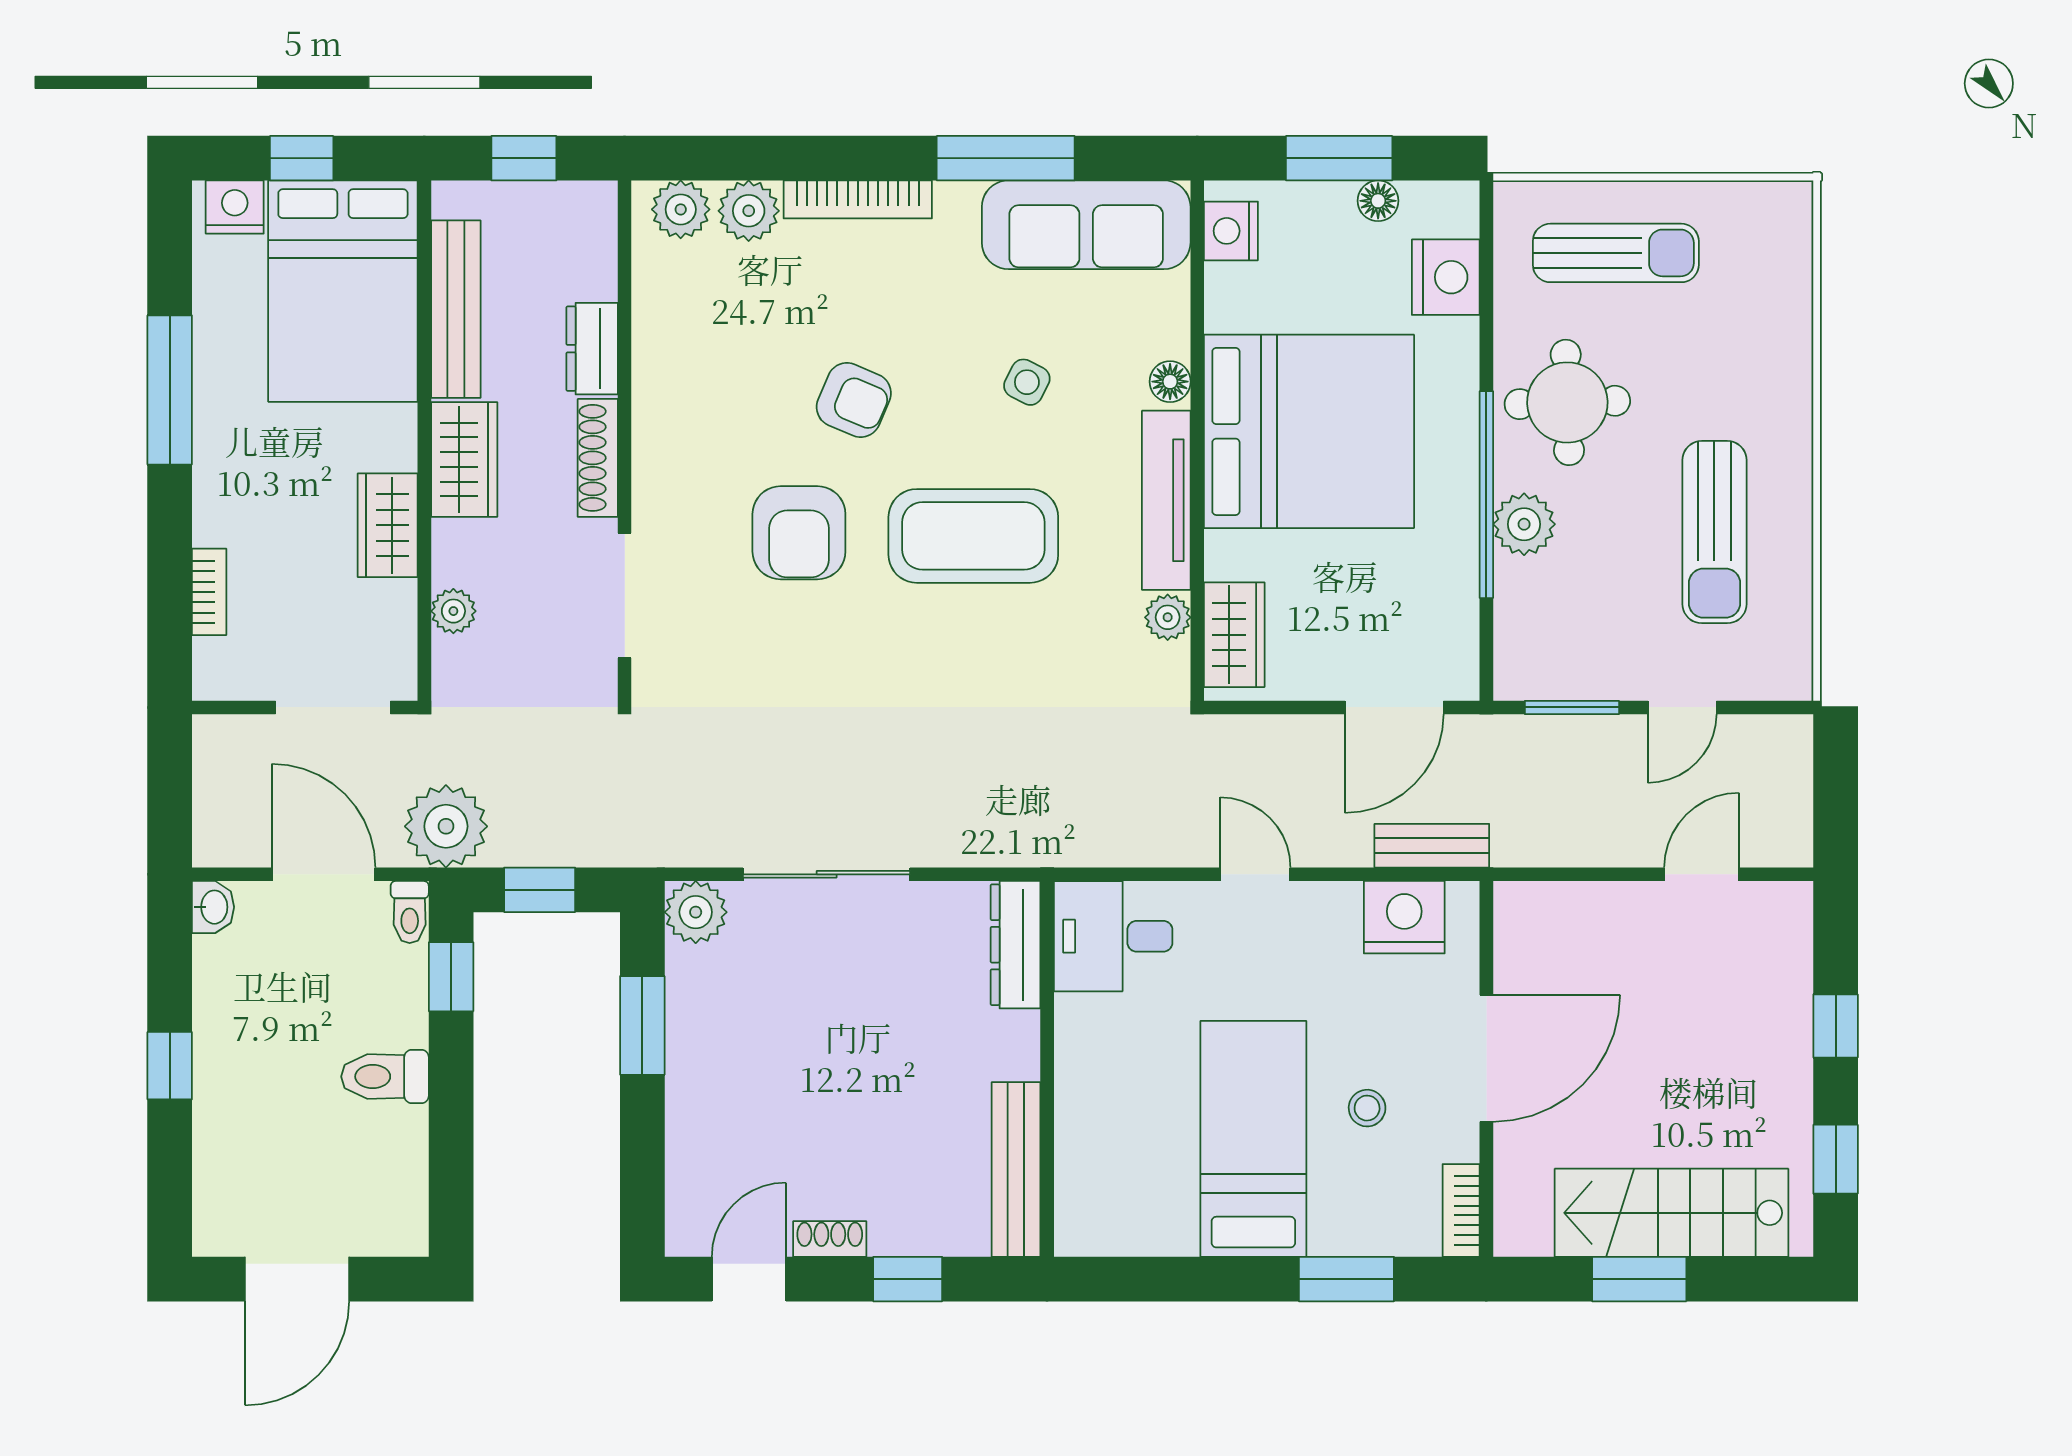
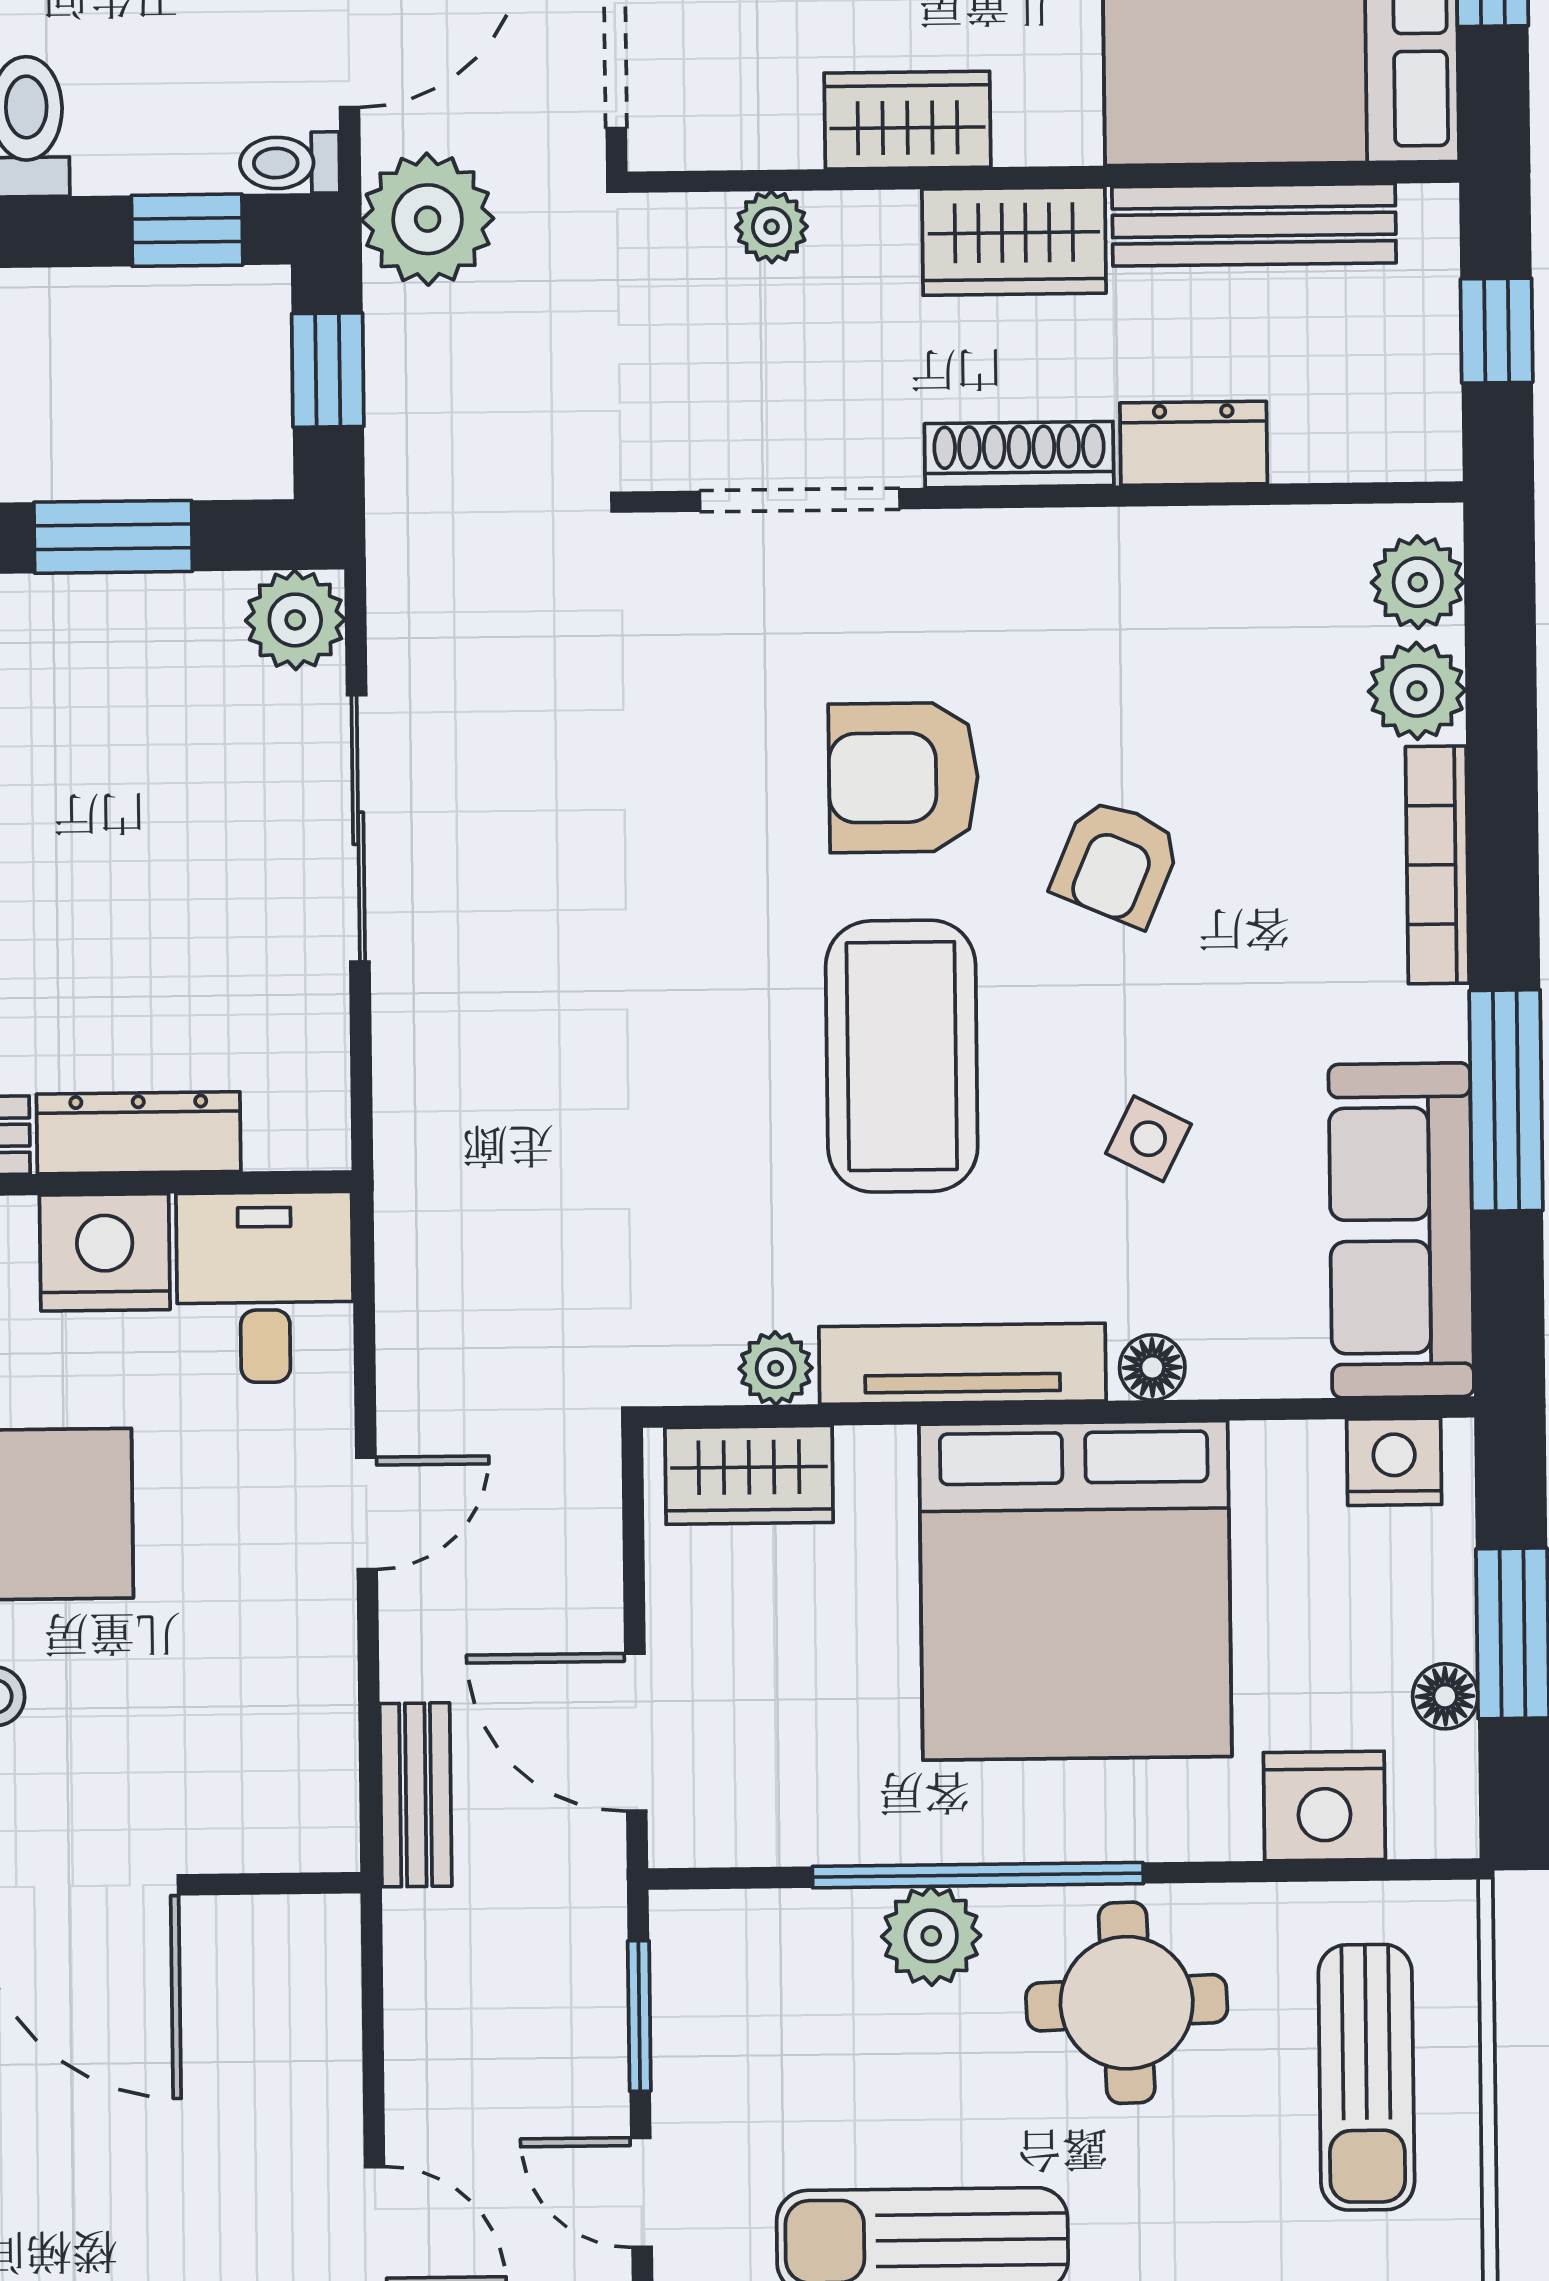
nightstand: (1404, 917) -> (105, 1252), moved, turned -90
dresser: (1015, 945) -> (139, 1133), moved

